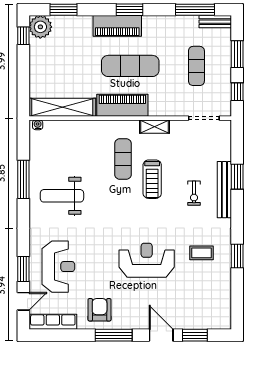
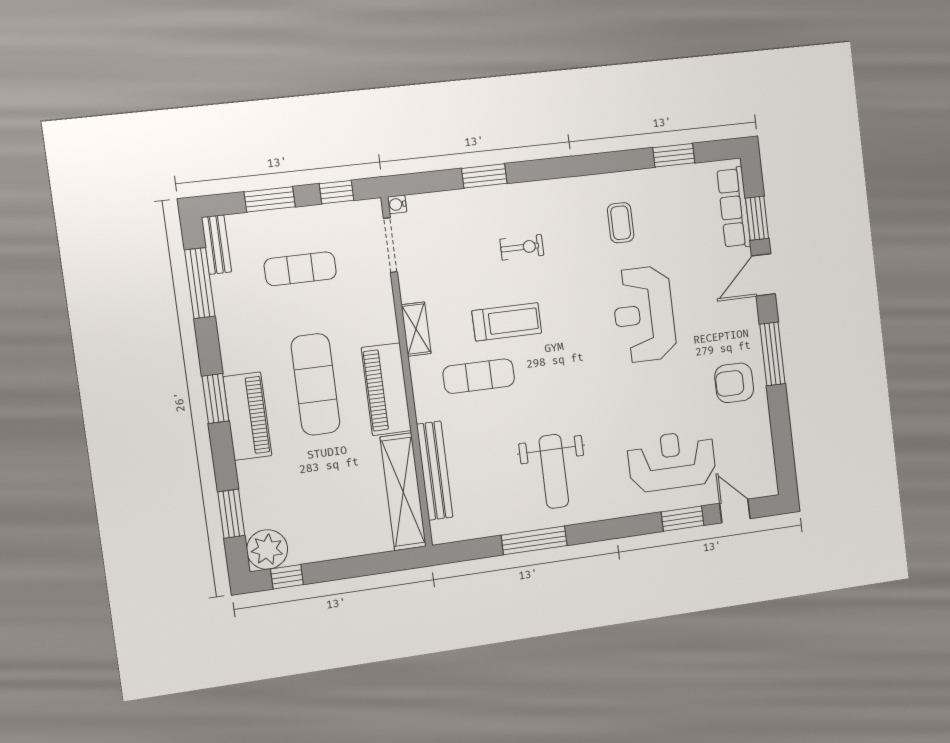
water cooler: (38, 125) -> (397, 204), moved
bench: (224, 190) -> (435, 471), moved, turned 90
window: (237, 256) -> (674, 155), moved
row of seats: (53, 322) -> (734, 208), moved

